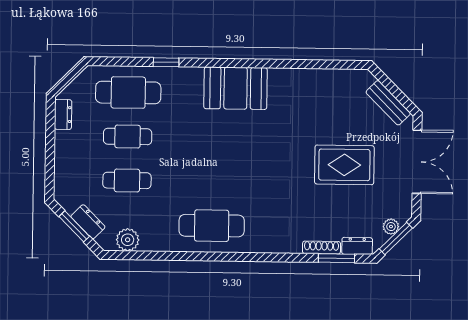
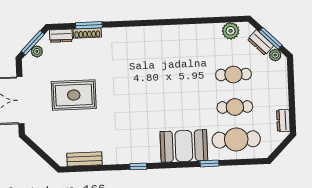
window: (263, 64) -> (138, 166), added
booth: (236, 88) -> (184, 146), moved
bench: (388, 103) -> (84, 159), moved, turned -45
plant: (69, 204) -> (275, 55), added
cafe table: (212, 226) -> (169, 45), removed
window: (336, 258) -> (89, 25), moved

